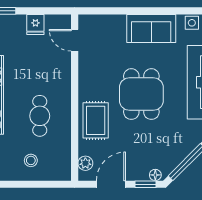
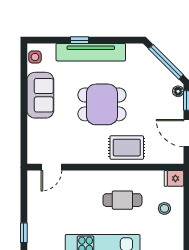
fridge: (35, 25) -> (174, 178), moved, turned 180
plant: (85, 163) -> (167, 157), removed

